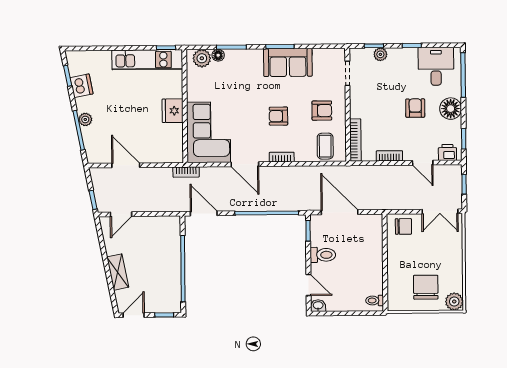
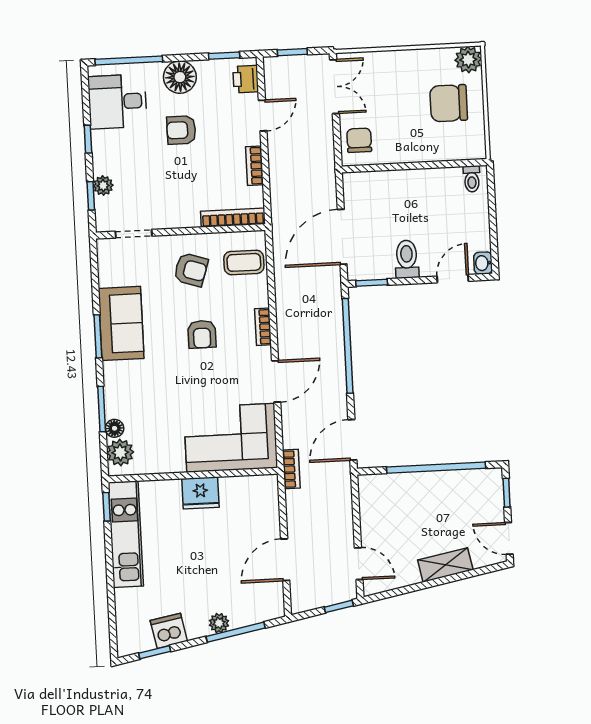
armchair: (322, 111) -> (191, 270), turned 108

